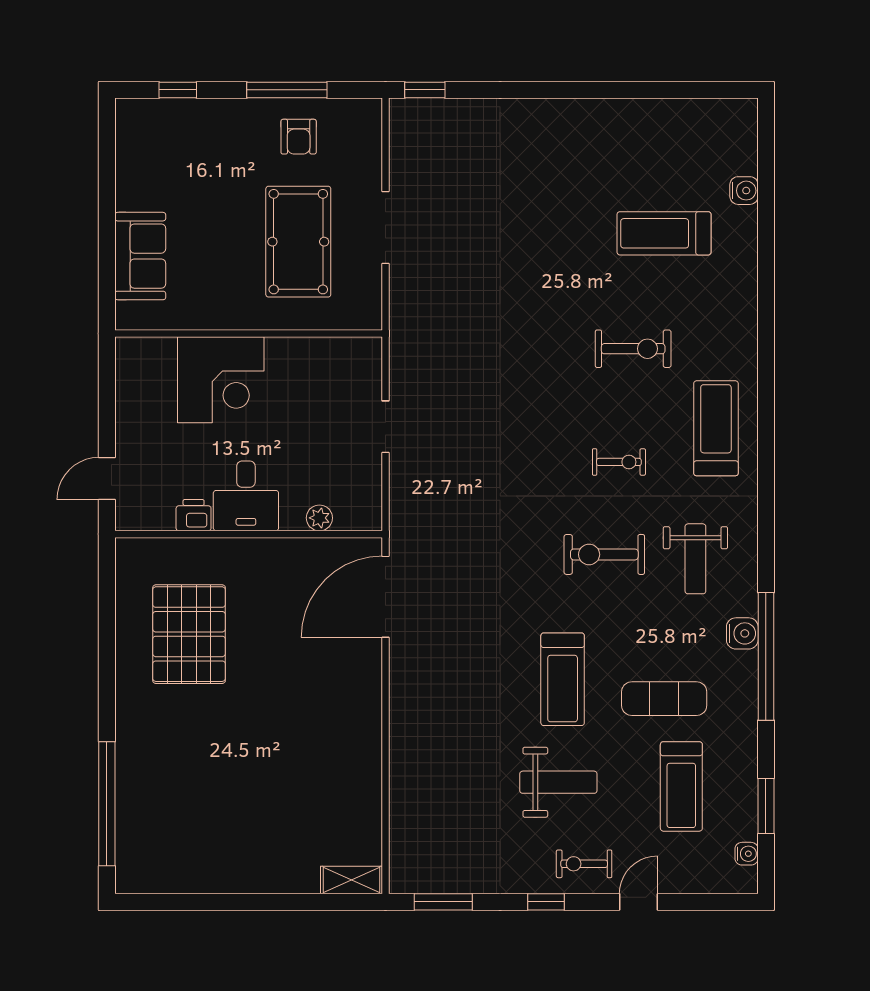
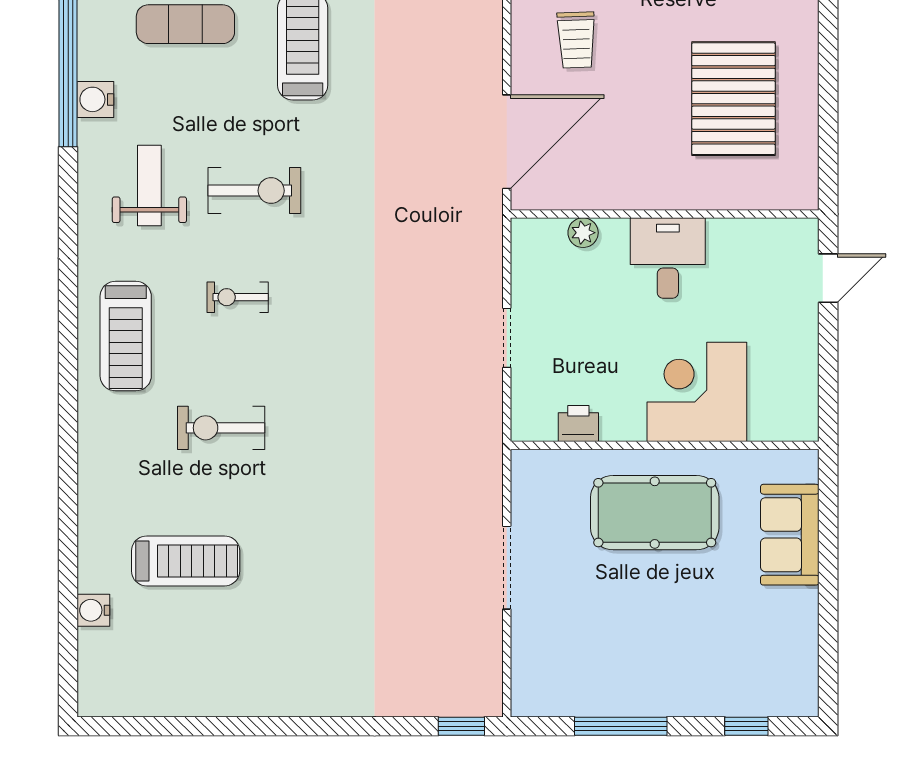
armchair: (299, 137) -> (607, 672), removed
pool table: (298, 242) -> (655, 513), moved, turned 90
printer: (194, 515) -> (578, 423), moved, turned 180
trolley: (325, 685) -> (576, 40), added

